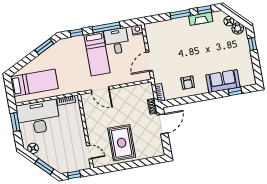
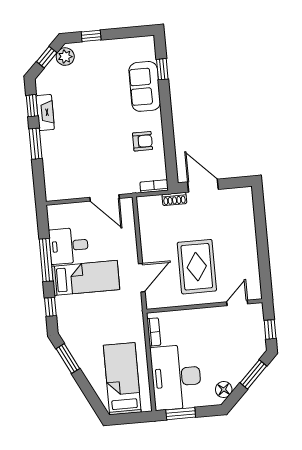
window: (236, 17) -> (47, 57), added
floor lamp: (229, 21) -> (53, 69), removed
nightstand: (137, 30) -> (54, 212), removed
rug: (122, 143) -> (197, 267), moved, turned 90

